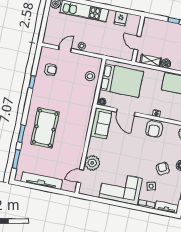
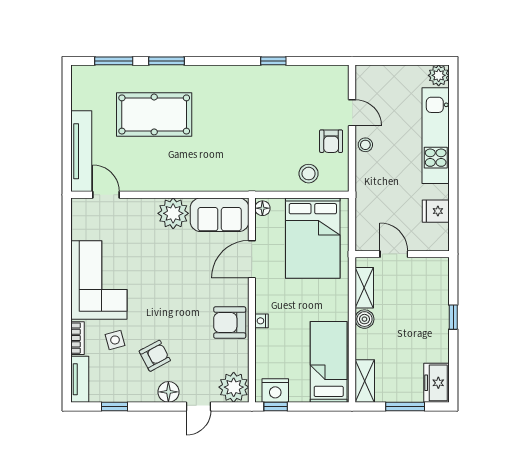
door: (137, 43) -> (394, 254), hinge flipped
armchair: (51, 70) -> (331, 141), moved
pool table: (45, 128) -> (154, 114), moved
plant: (92, 163) -> (173, 213), moved
tv unit: (42, 181) -> (81, 151), moved

